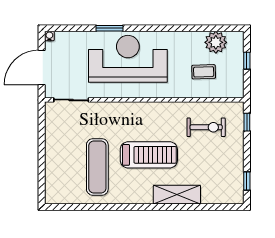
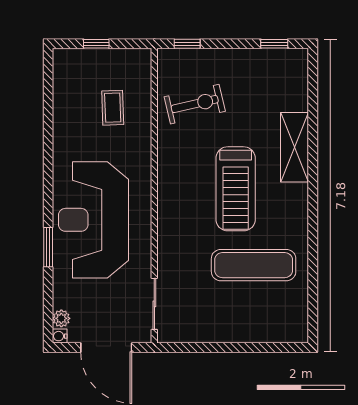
plant: (216, 42) -> (61, 318), moved, width x0.53, depth x0.53
exercise bike: (206, 127) -> (195, 104), turned 77
treadmill: (149, 155) -> (236, 189), turned 180

